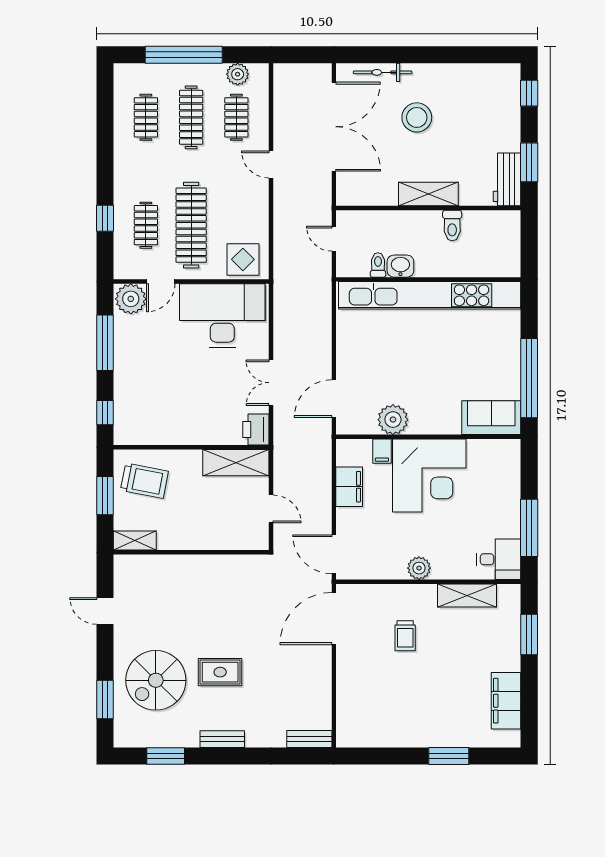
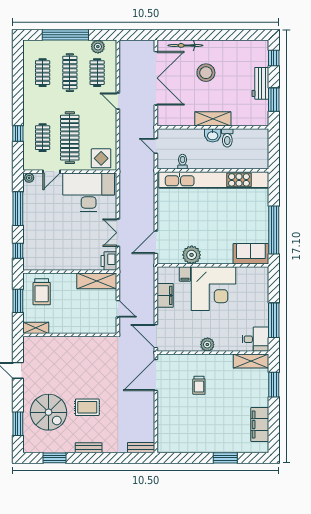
workbench: (507, 179) -> (260, 83), moved
washbasin: (400, 266) -> (213, 135), moved, turned 180
plant: (131, 299) -> (29, 178), width x0.53, depth x0.53
trolley: (144, 481) -> (42, 292), turned 79
shelving: (467, 596) -> (251, 361), moved
spiral stairs: (156, 680) -> (49, 412), turned -90

